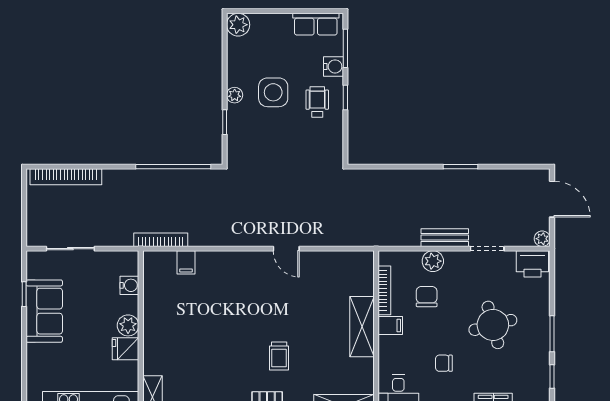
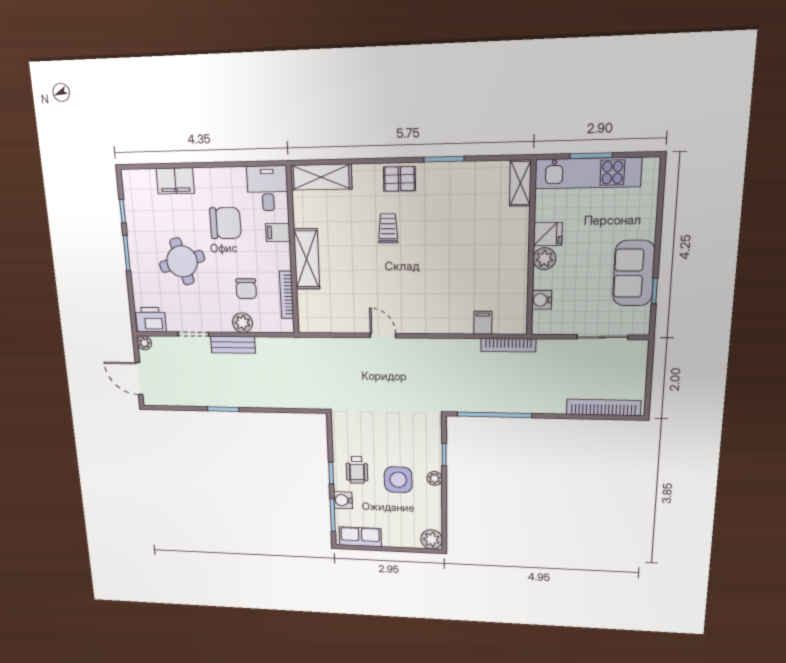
filing cabinet: (390, 326) -> (278, 232), moved
chair: (444, 363) -> (225, 223), width x1.87, depth x1.87

